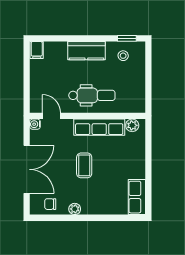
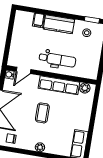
filing cabinet: (37, 50) -> (39, 20), moved
door: (52, 116) -> (23, 70), swing flipped
plant: (75, 209) -> (40, 147), moved

